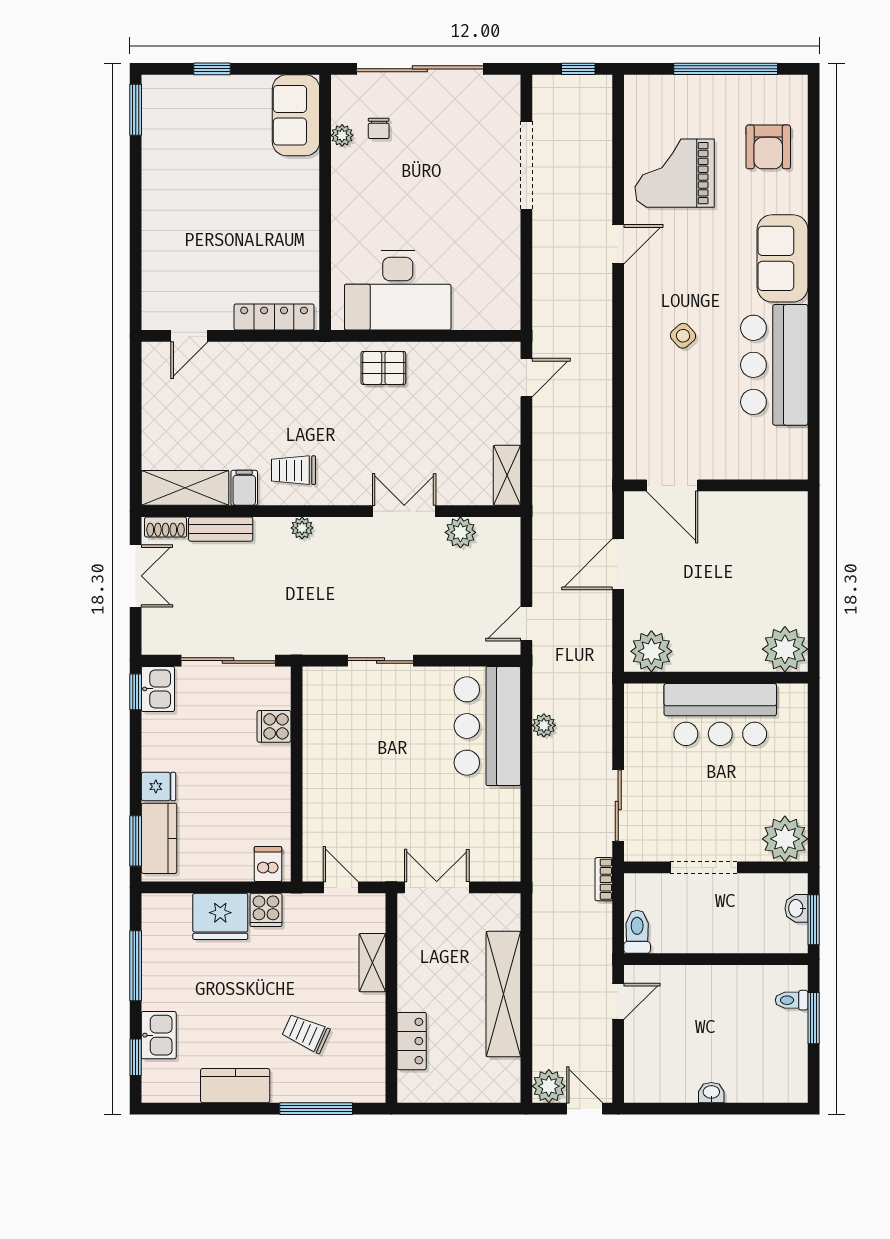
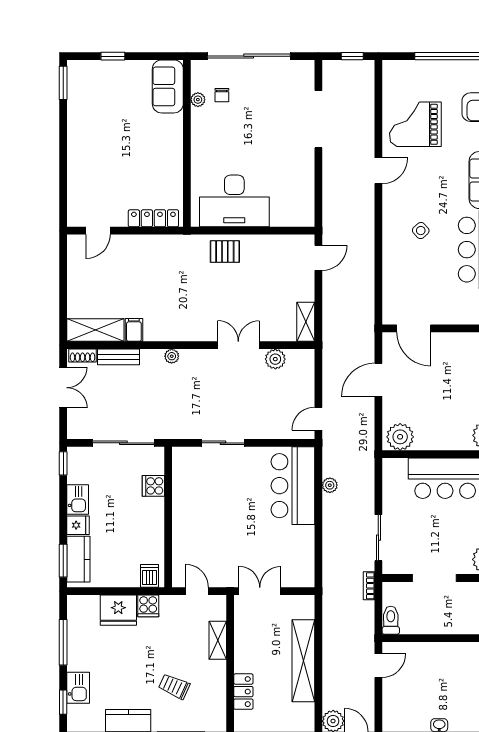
trolley: (293, 470) -> (166, 318), removed
kitchen sink: (158, 689) -> (78, 499), moved

